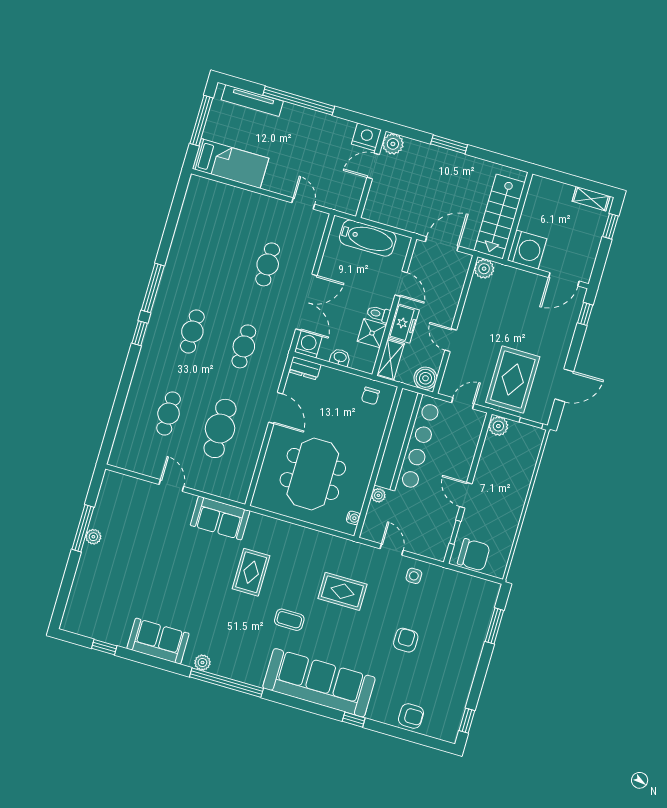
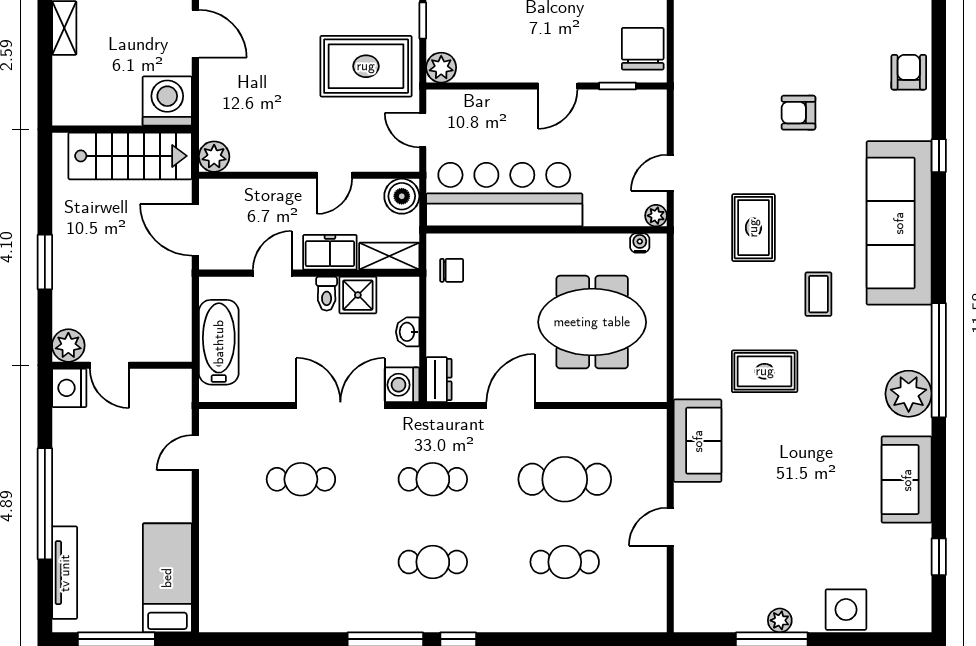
plant: (378, 495) -> (656, 216), moved
side table: (414, 576) -> (846, 610), moved, width x1.87, depth x1.87
plant: (202, 663) -> (909, 394), width x1.88, depth x1.88

